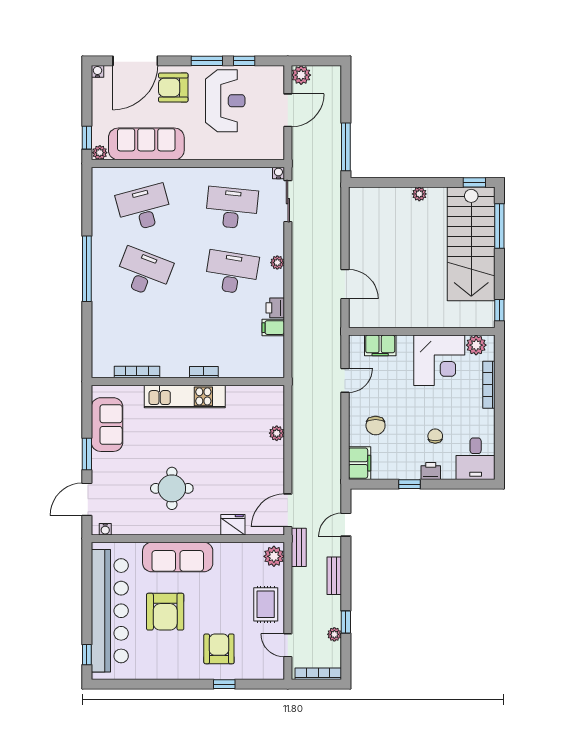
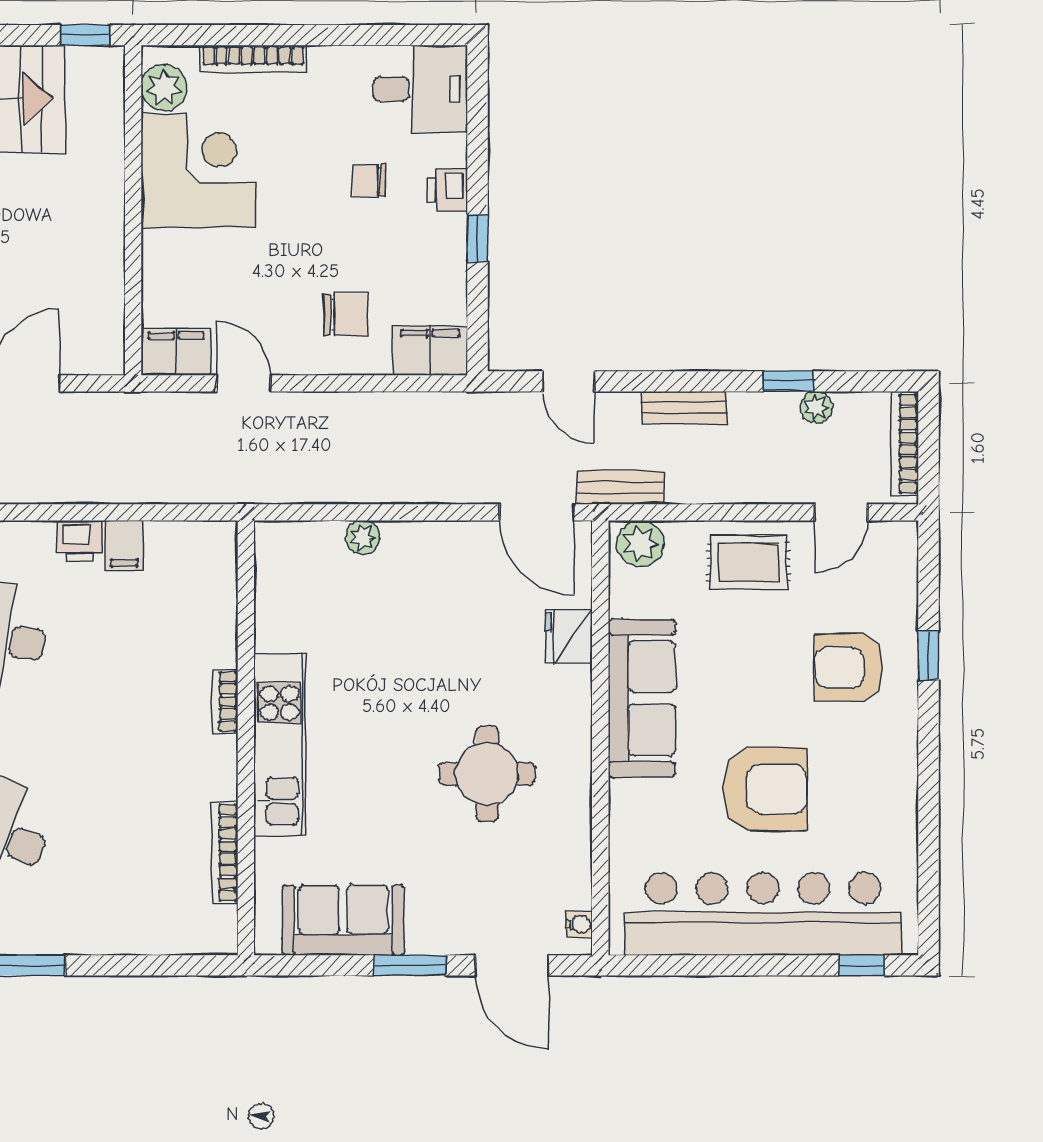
filing cabinet: (380, 345) -> (176, 352), moved, turned -90
sofa: (178, 557) -> (642, 698), moved

